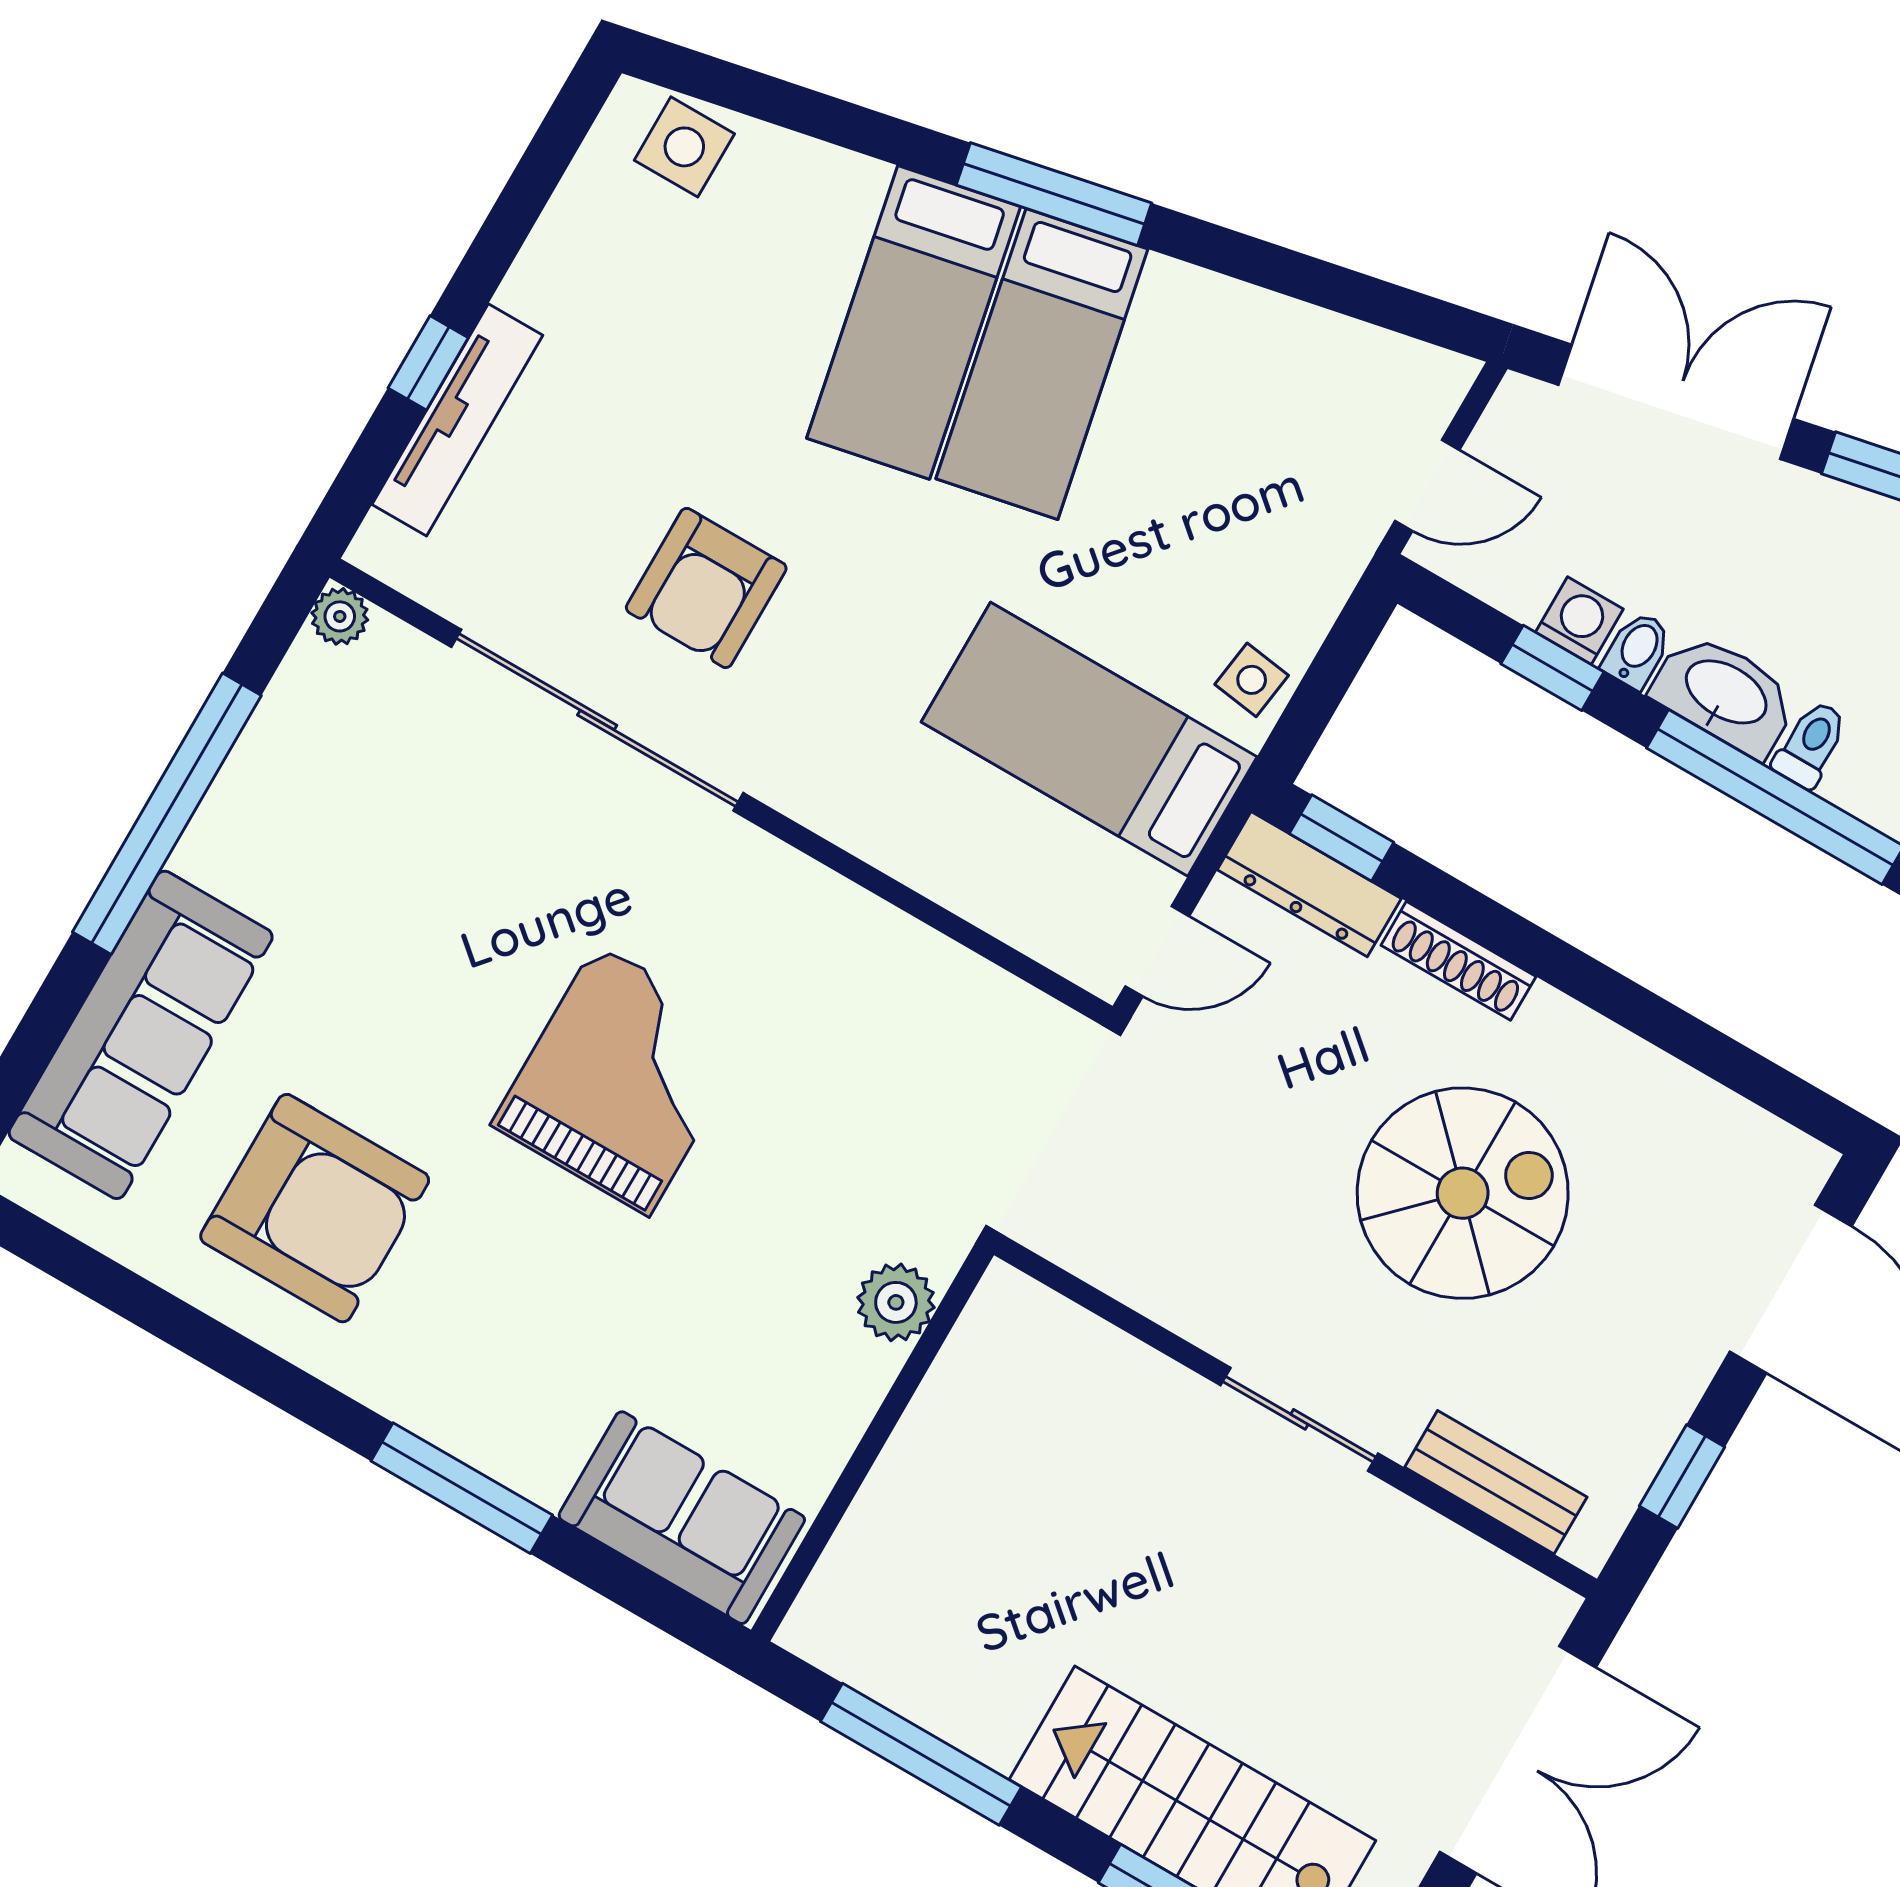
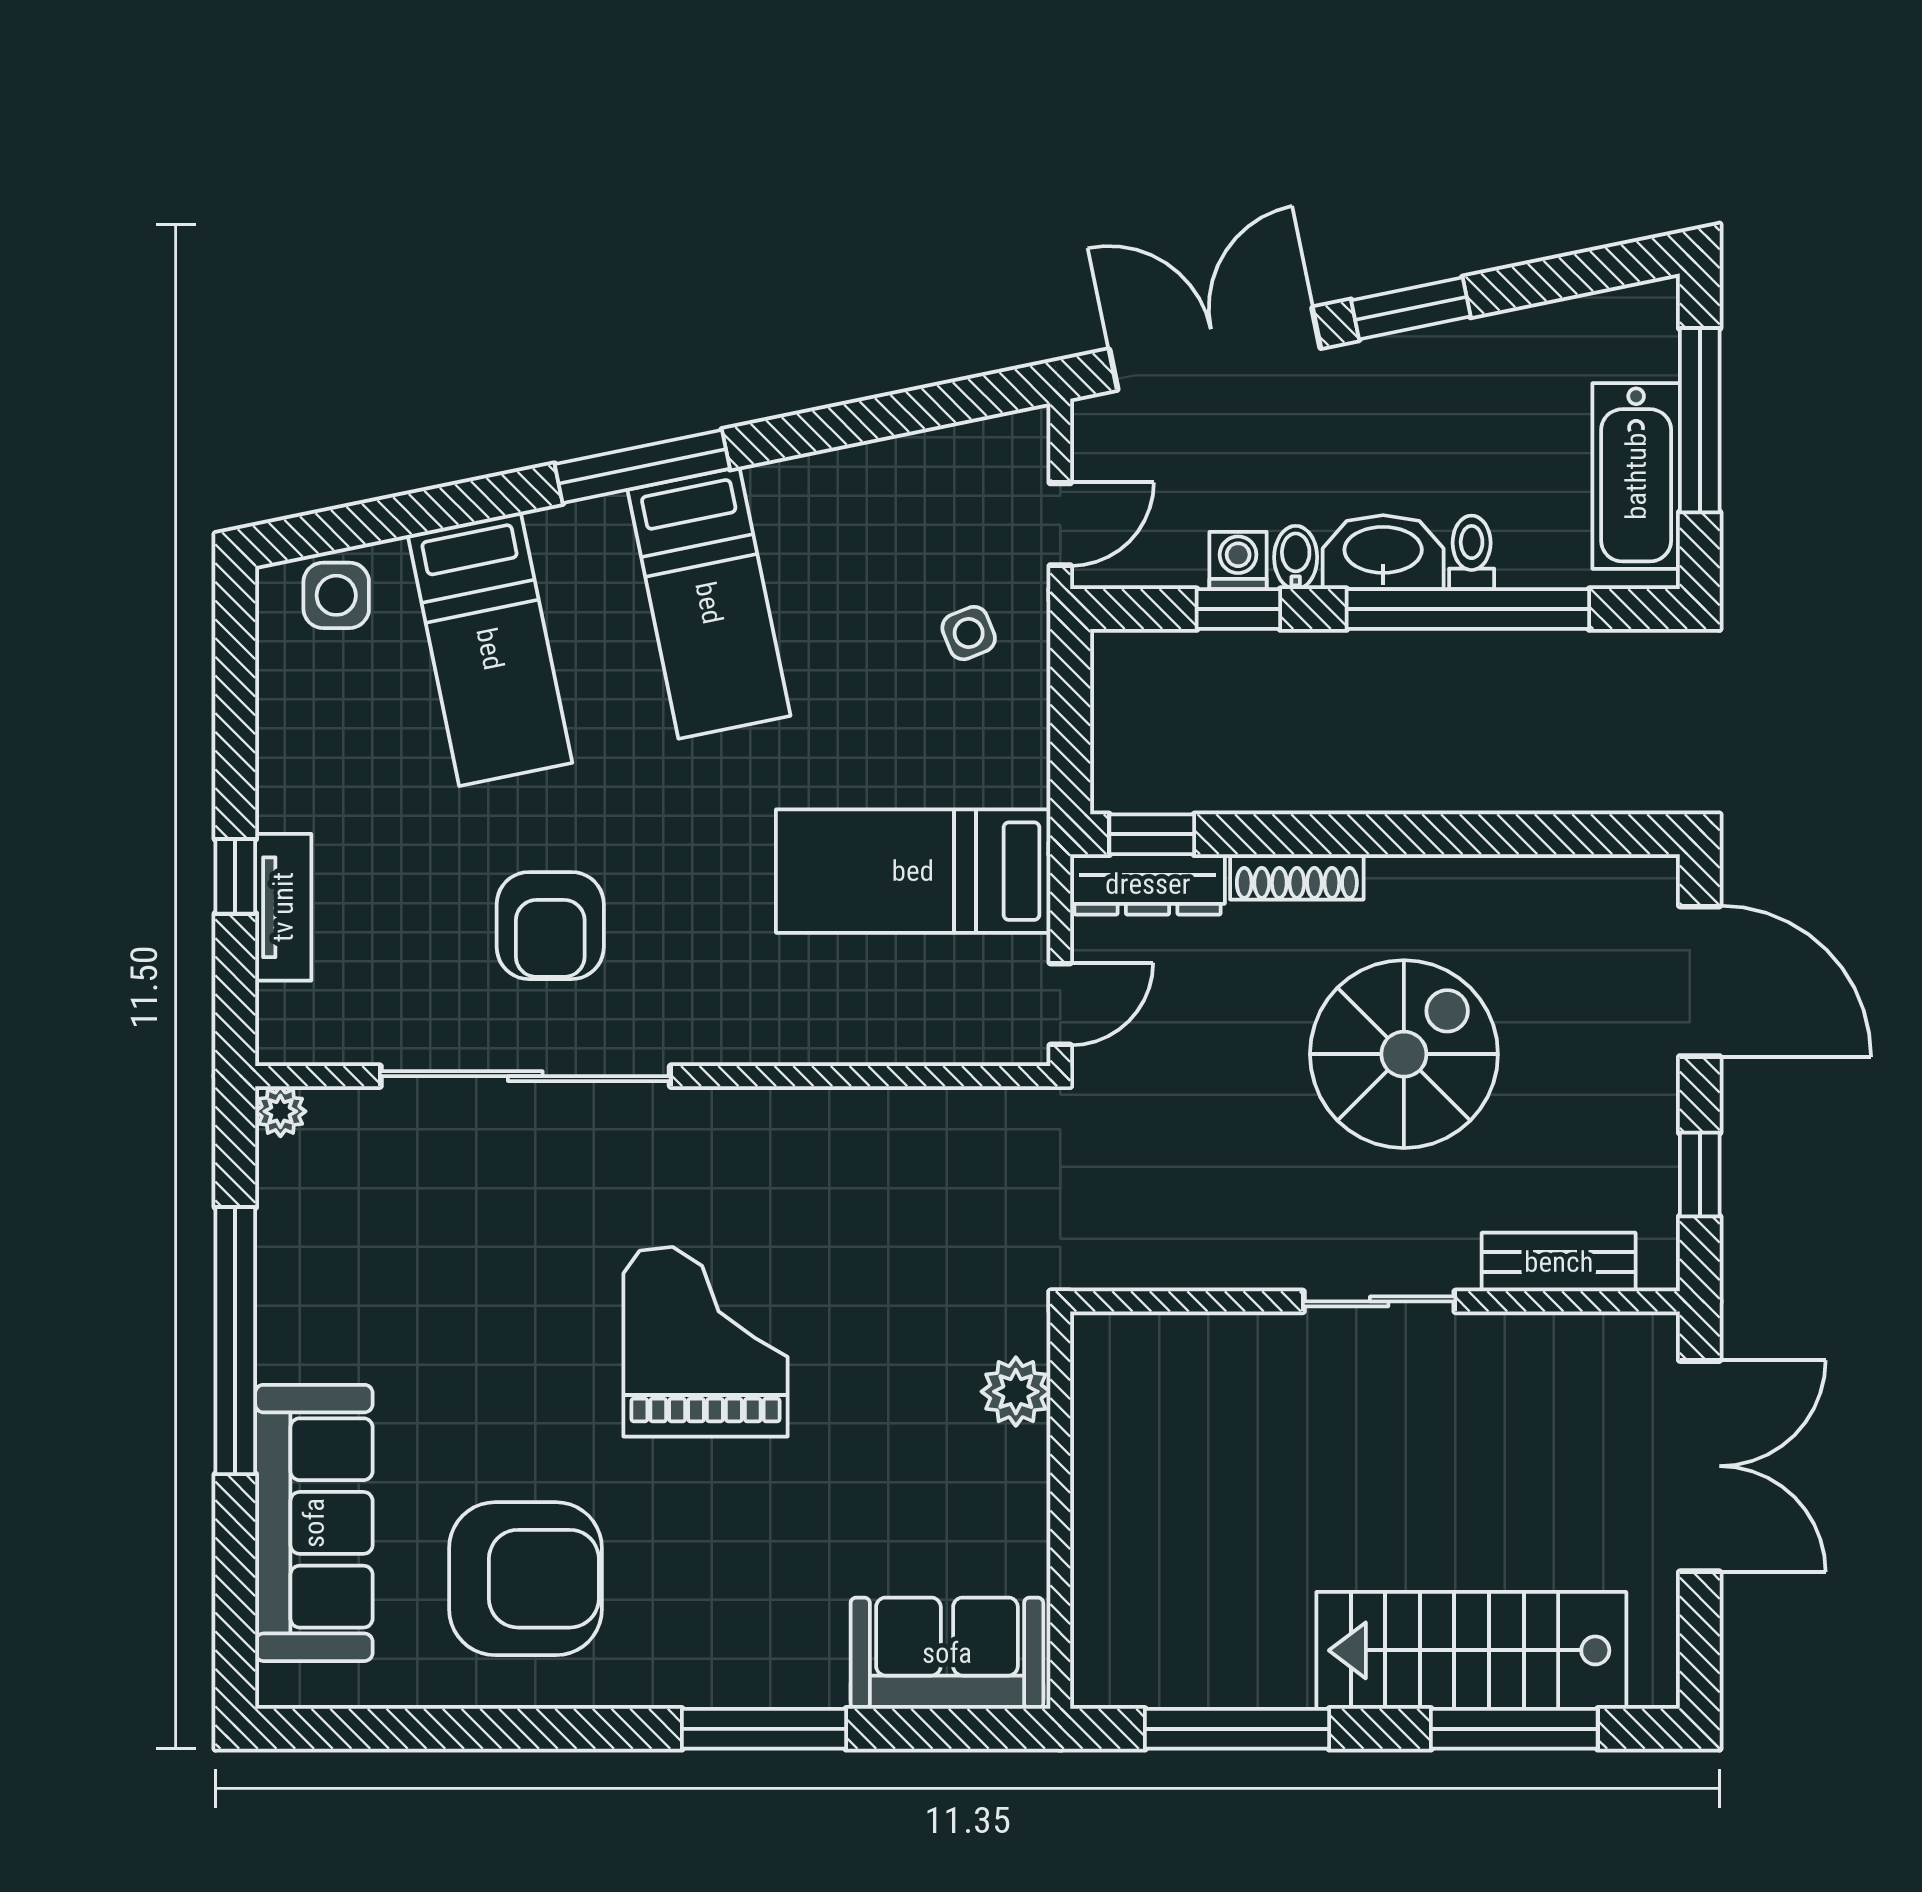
bed: (914, 322) -> (490, 649), moved
tv unit: (457, 420) -> (283, 907), width x0.71
side table: (1252, 680) -> (969, 633), moved, turned -30

